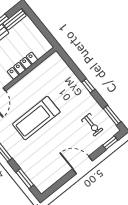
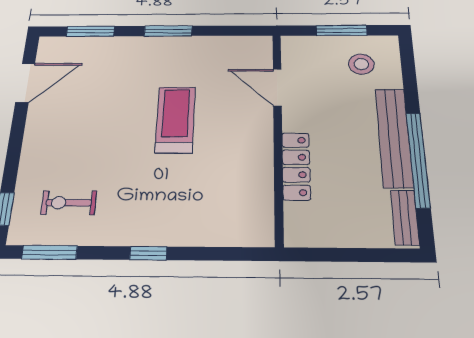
treadmill: (36, 118) -> (175, 120), width x0.73, depth x0.73
door: (82, 165) -> (25, 83), moved

